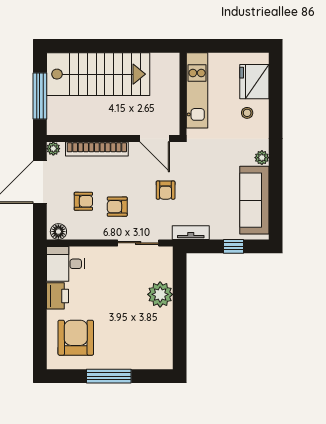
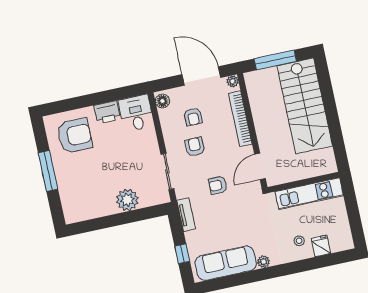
fridge: (254, 82) -> (321, 246), width x0.53, depth x0.75

